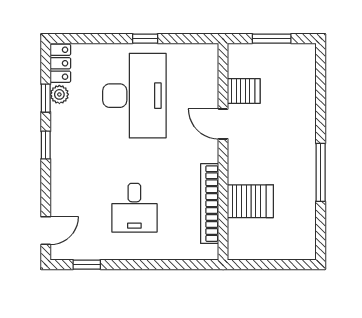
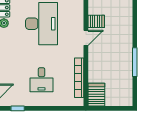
door: (223, 124) -> (86, 38), swing flipped
server rack: (250, 201) -> (96, 95), moved, turned -90

